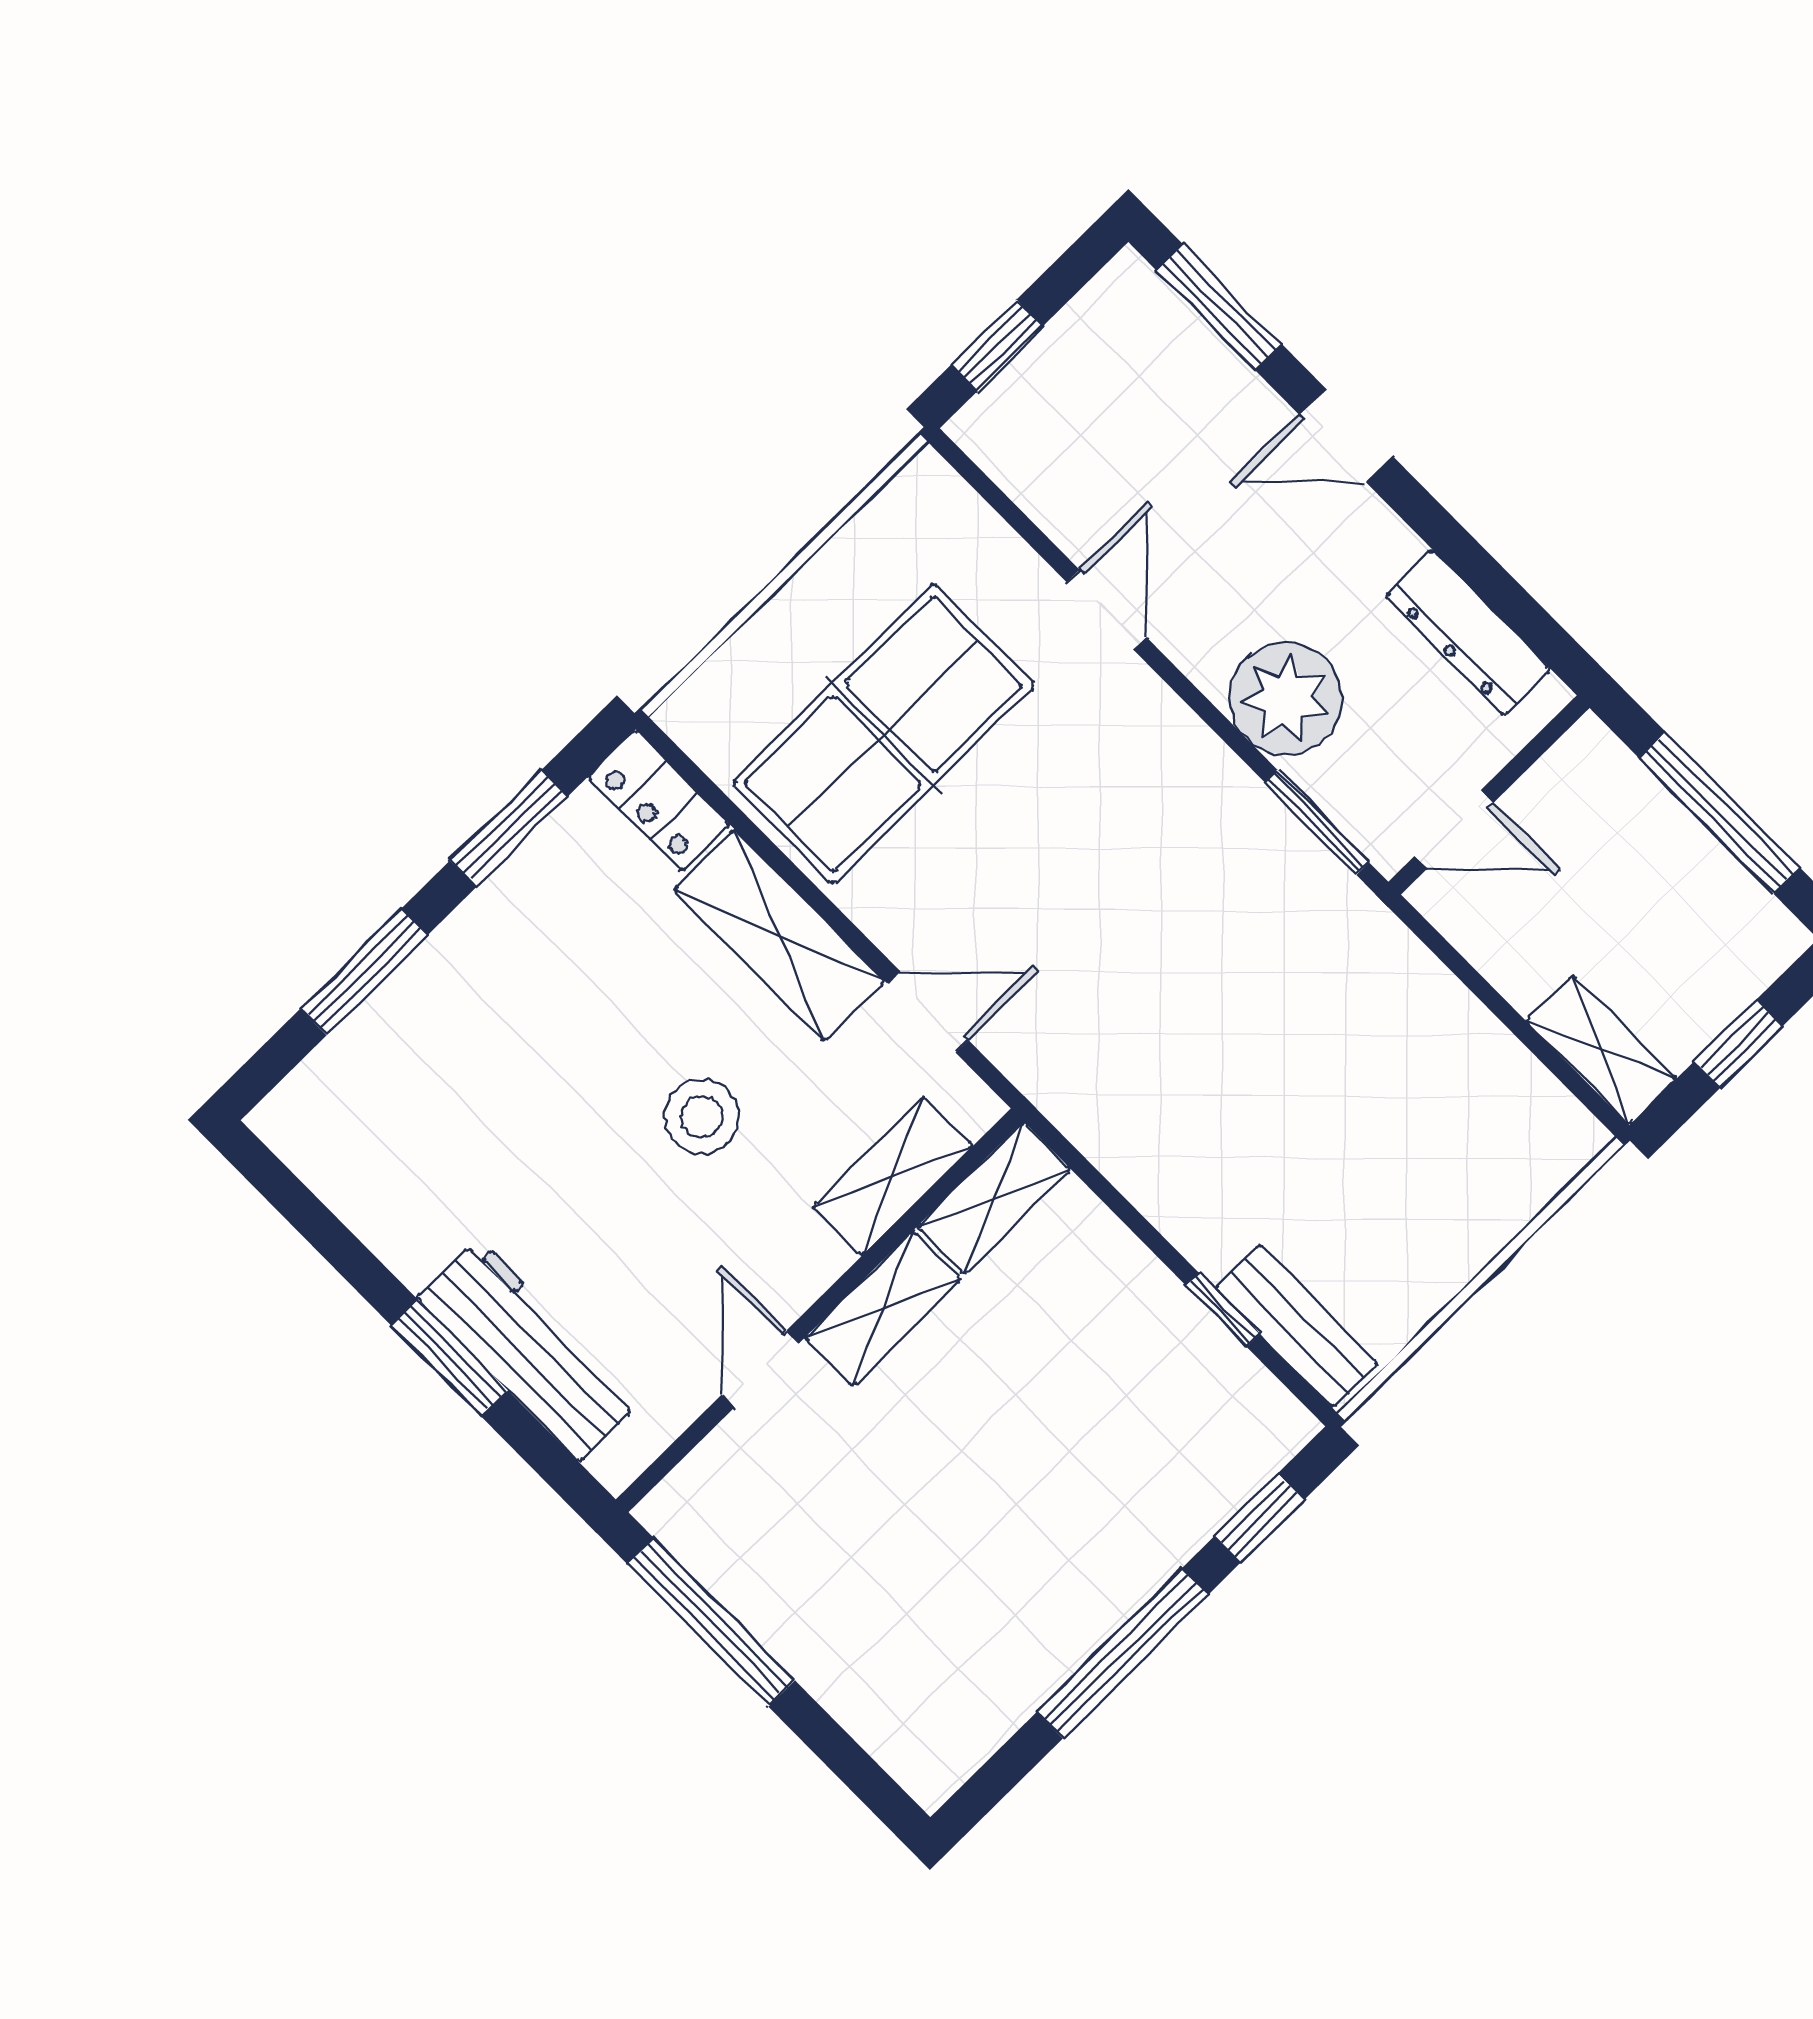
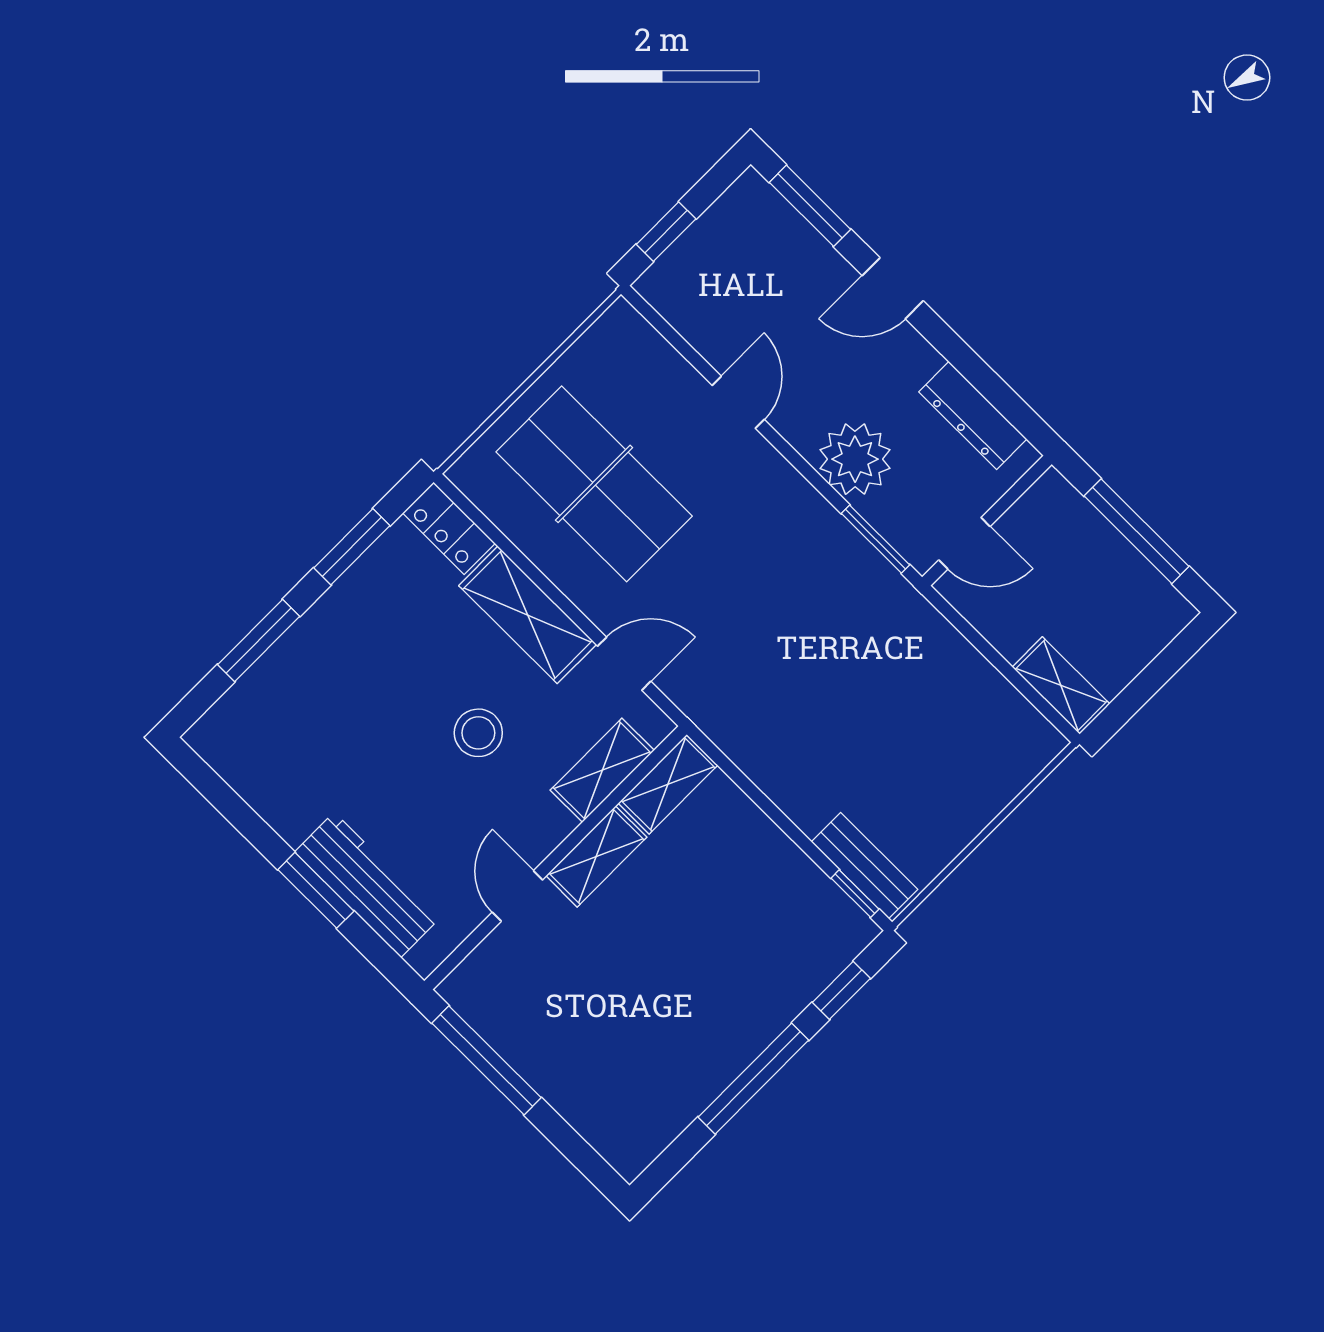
table tennis table: (883, 734) -> (594, 484), turned 90
window: (1738, 1044) -> (1150, 681), removed
window: (1223, 1310) -> (855, 894), moved

